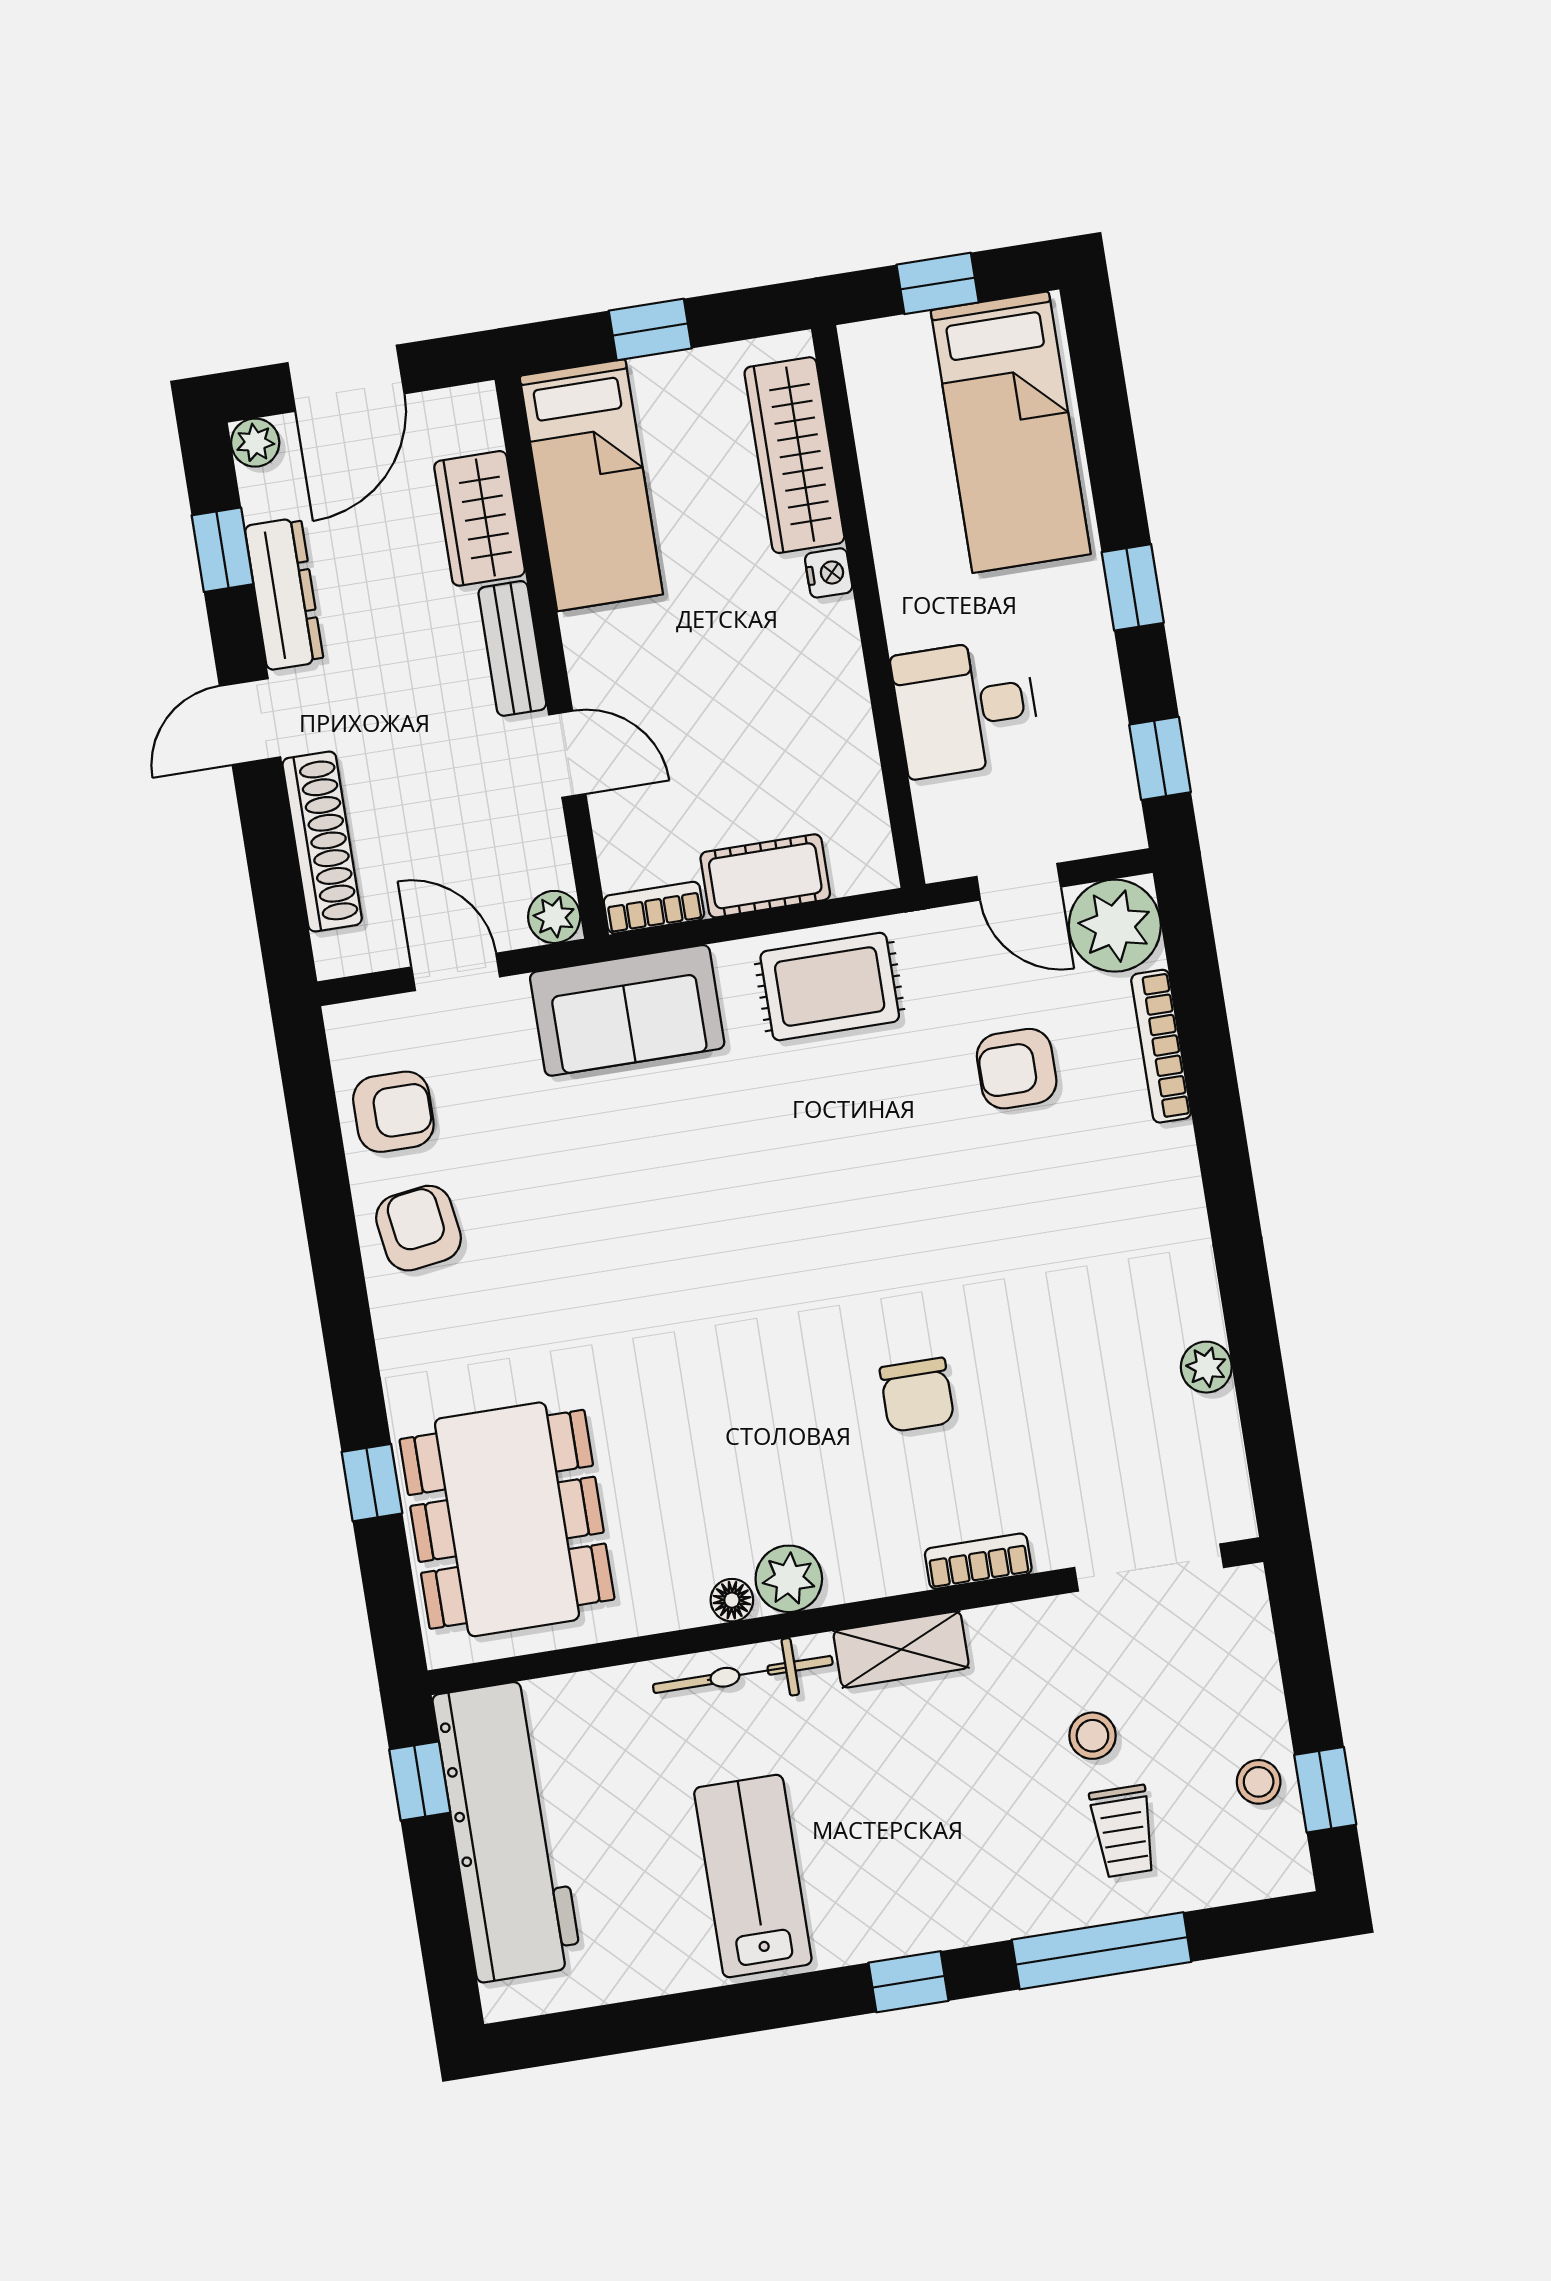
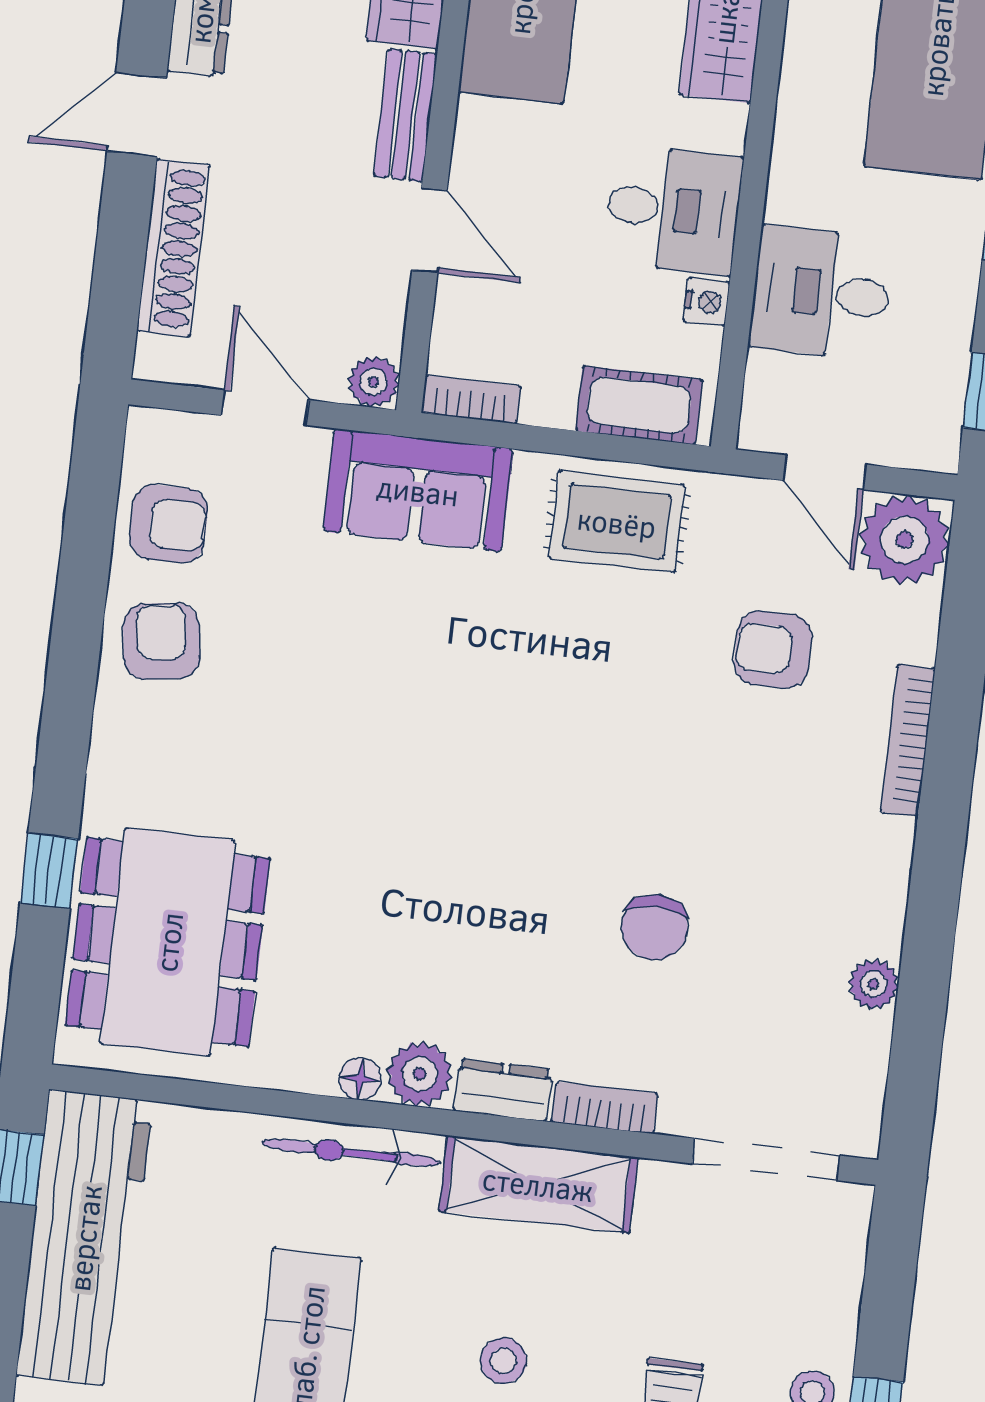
nightstand: (829, 573) -> (706, 302), moved
desk: (799, 667) -> (673, 210), added
cot: (765, 876) -> (639, 405), moved
bookcase: (1161, 1046) -> (908, 740), moved
chair: (917, 1395) -> (655, 927), moved
dresser: (874, 1572) -> (503, 1090), added
shelving: (901, 1649) -> (538, 1184), width x1.50, depth x1.33
stool: (1092, 1736) -> (503, 1361), moved

